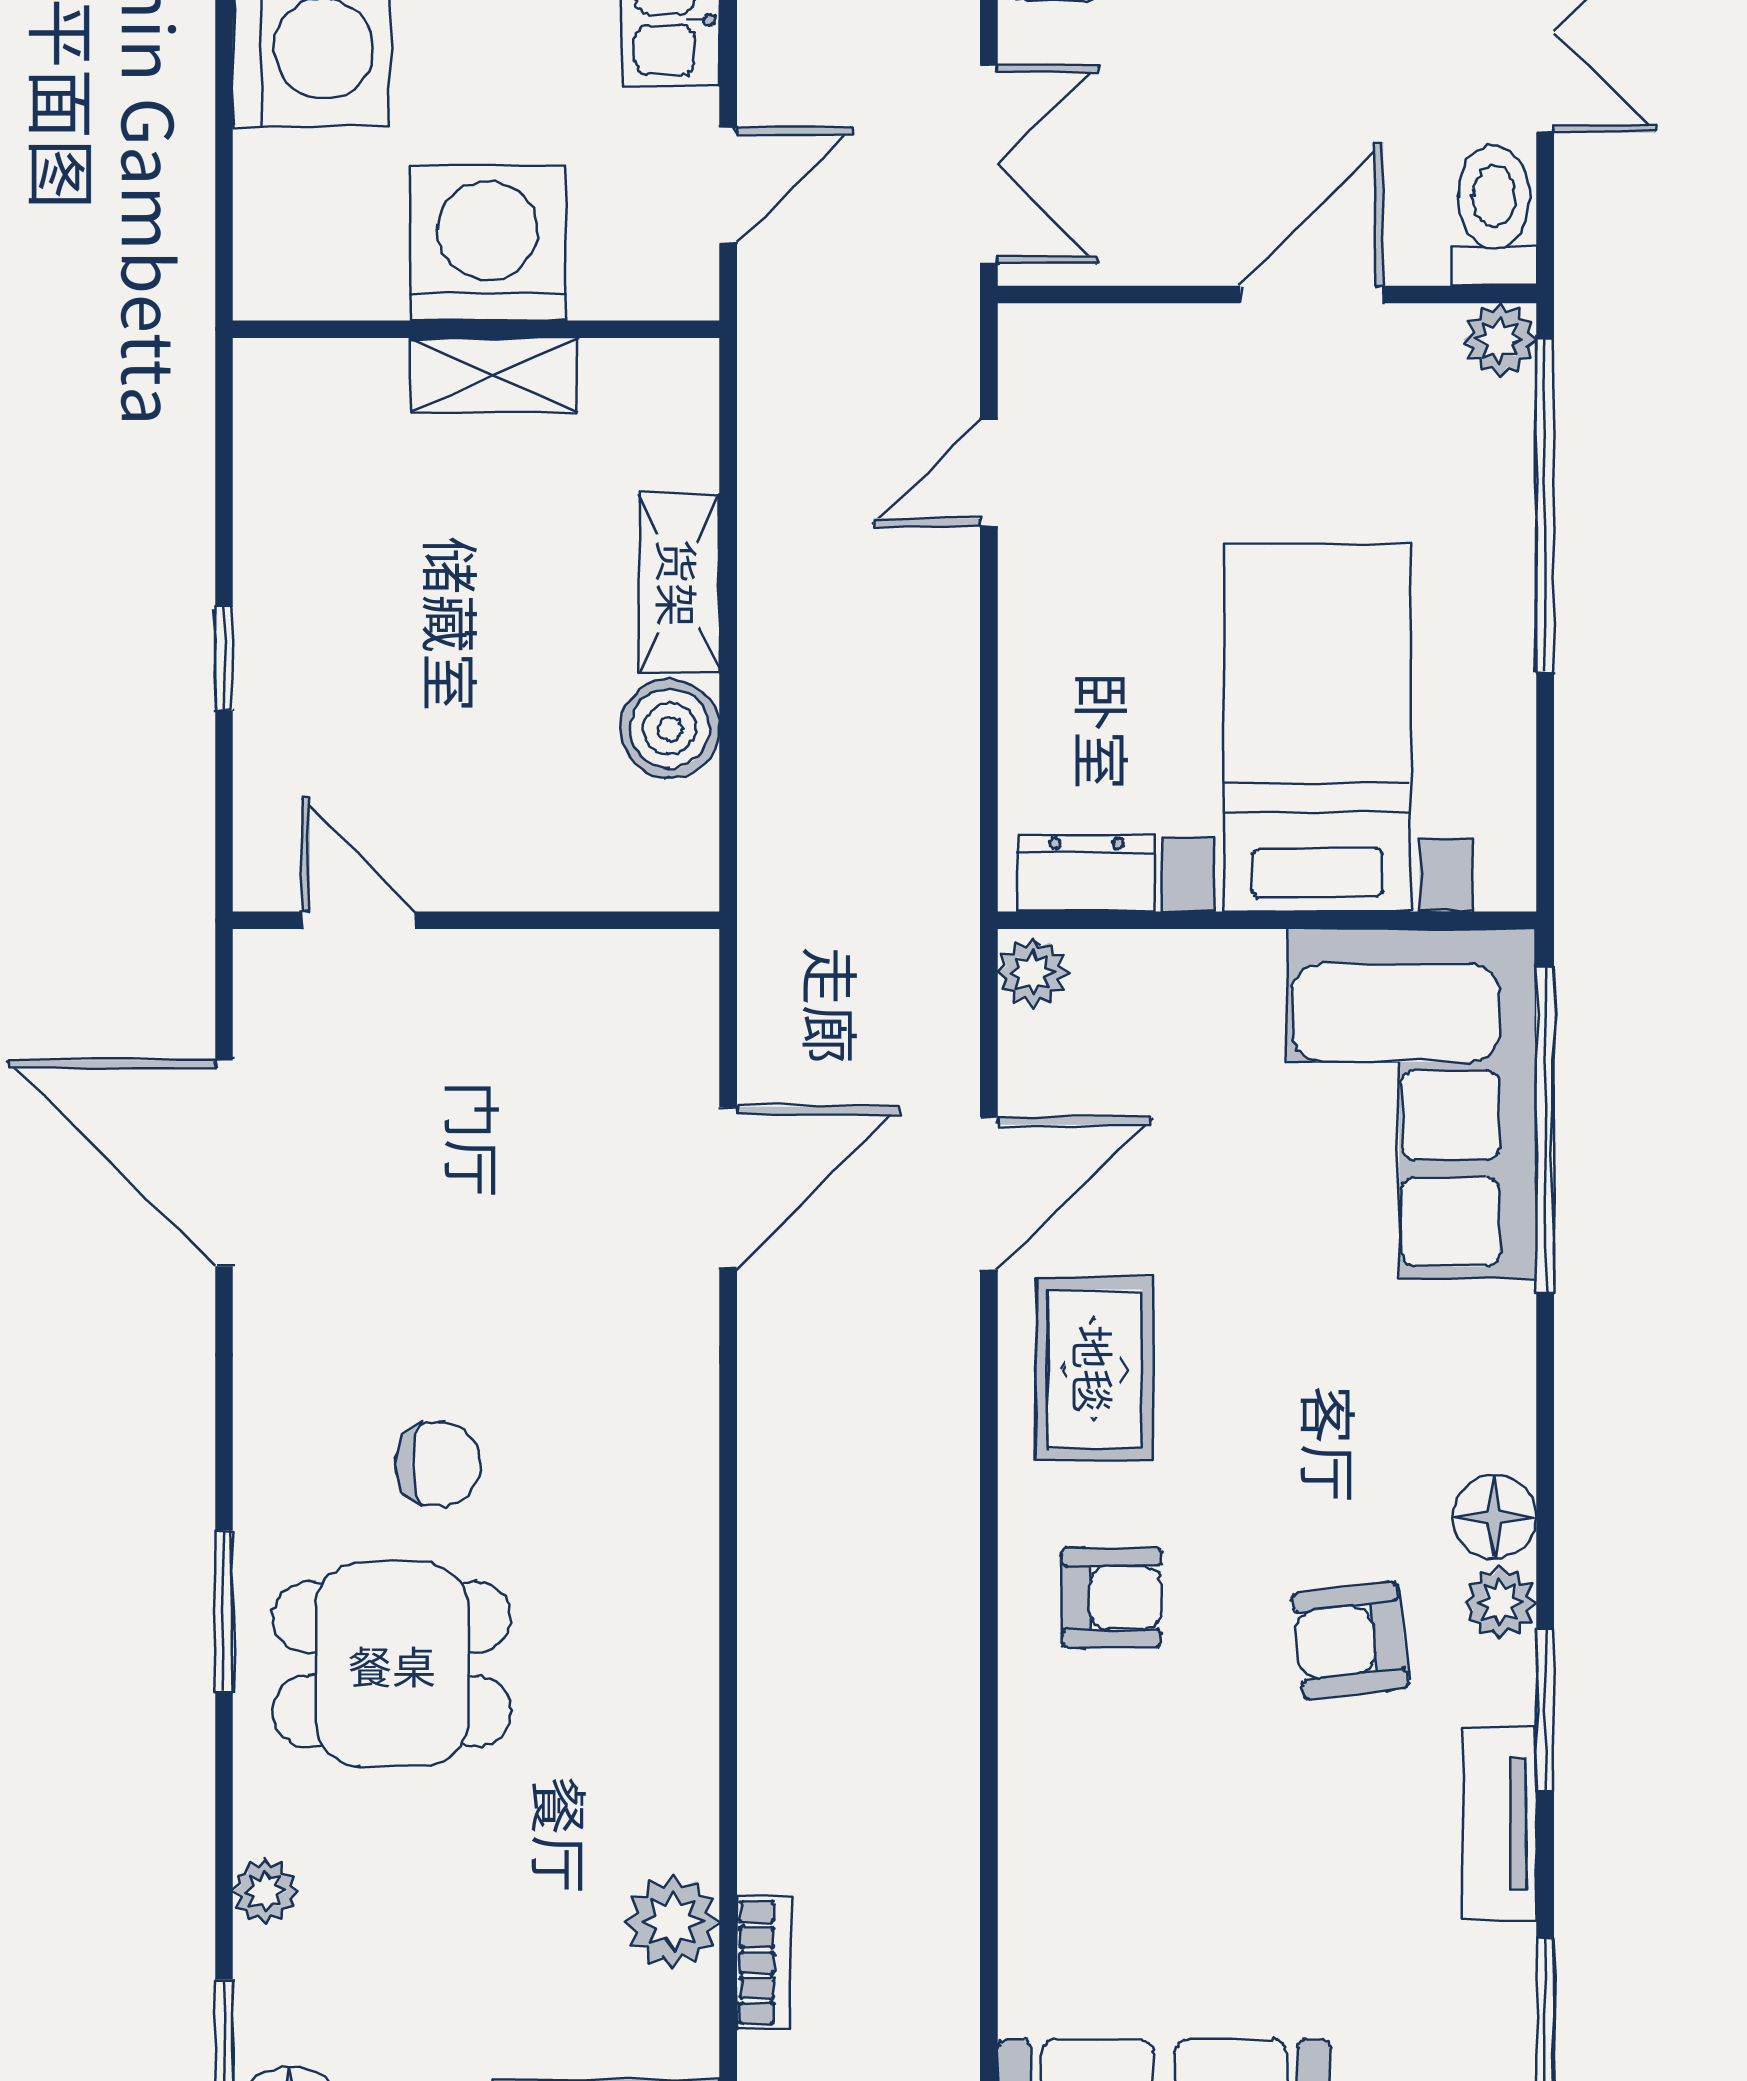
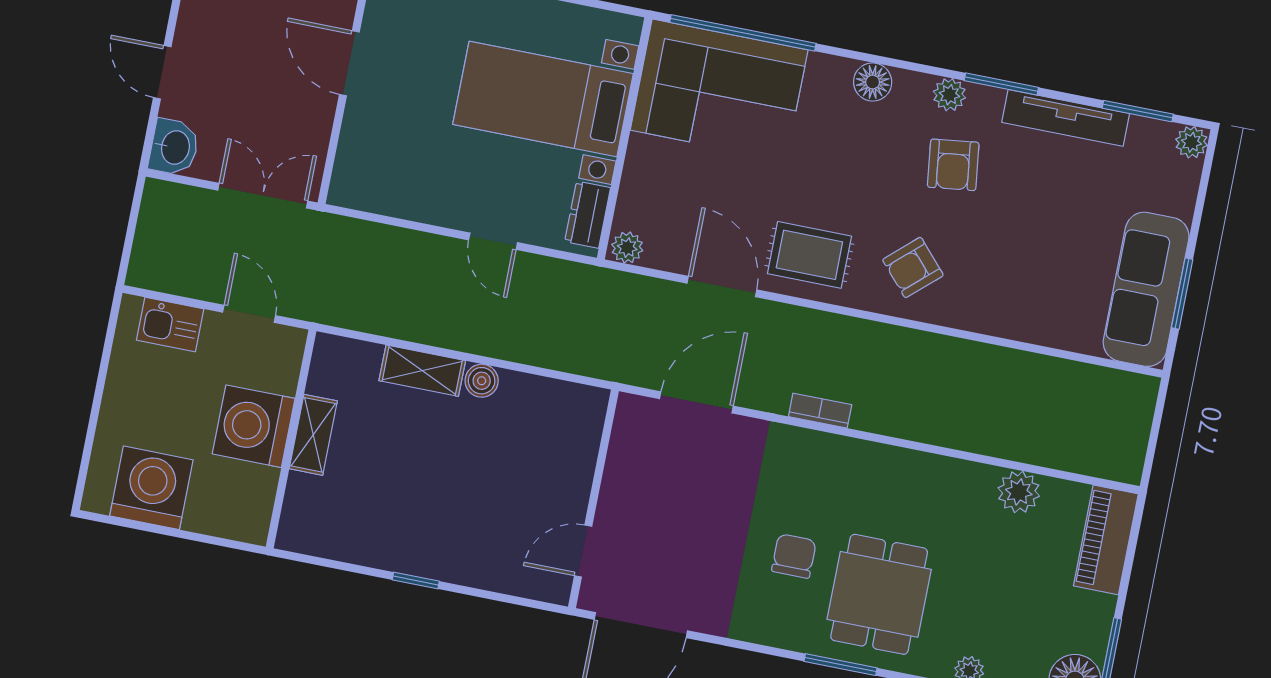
door: (989, 473) -> (493, 241), moved
boiler: (670, 729) -> (482, 381), width x0.73, depth x0.73
door: (359, 920) -> (583, 551), moved
wall: (476, 920) -> (593, 499), moved
door: (728, 1188) -> (696, 402), hinge flipped
floor lamp: (1495, 1517) -> (873, 82), moved
armchair: (1112, 1598) -> (913, 267), turned -132
tv unit: (1500, 1824) -> (1066, 118), width x1.41
bookcase: (763, 1963) -> (820, 411), moved

